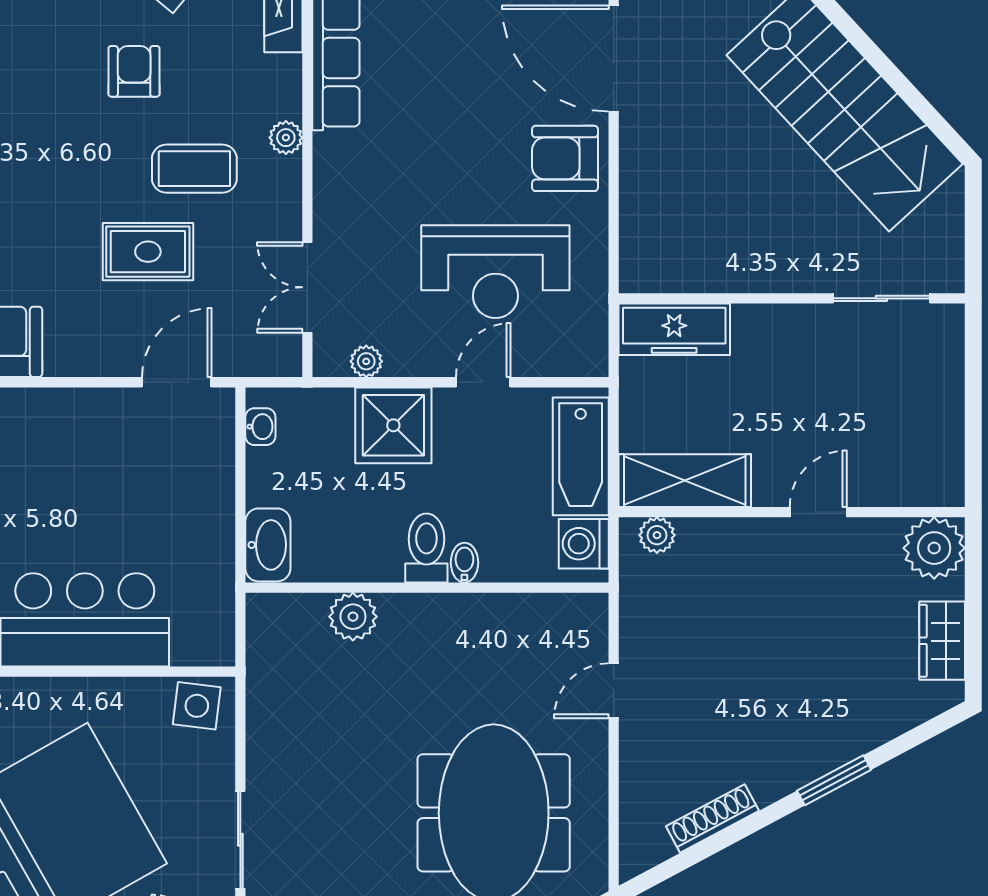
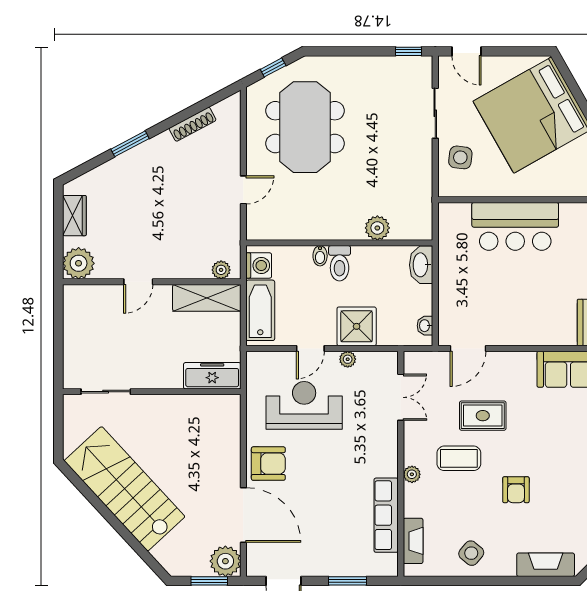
armchair: (134, 71) -> (516, 490), moved
plant: (366, 361) -> (348, 359), moved
side table: (197, 706) -> (460, 157), moved

